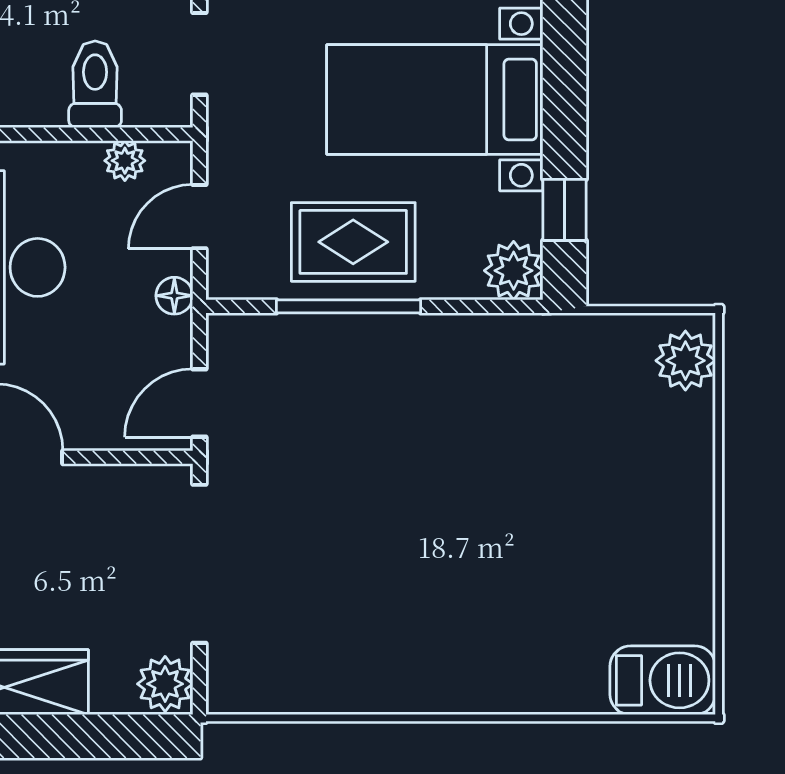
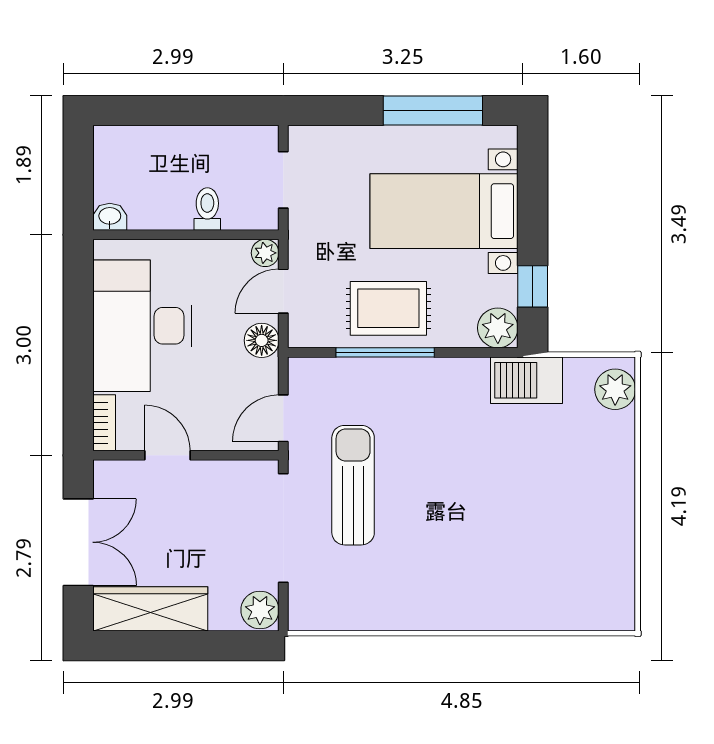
toilet: (95, 84) -> (207, 209), width x0.73, depth x0.72
plant: (125, 161) -> (265, 253), moved
floor lamp: (174, 296) -> (262, 340), width x1.37, depth x1.37
sun lounger: (301, 501) -> (353, 485), added
barbecue: (663, 680) -> (526, 380), moved, turned 180

